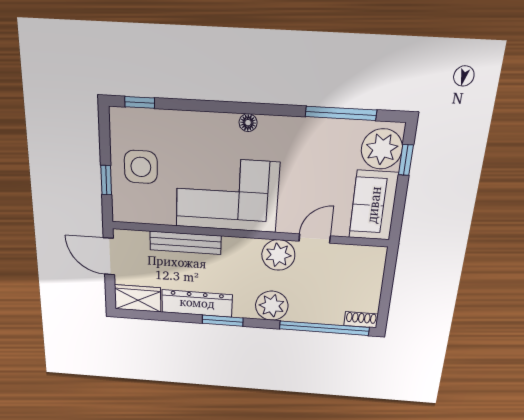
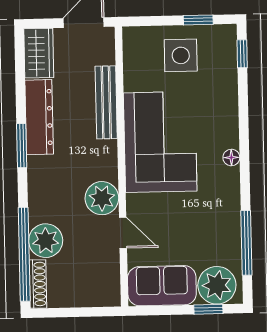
window: (106, 180) -> (198, 20), moved
plant: (272, 306) -> (46, 241), moved
shoe rack: (361, 320) -> (38, 284), width x1.43

